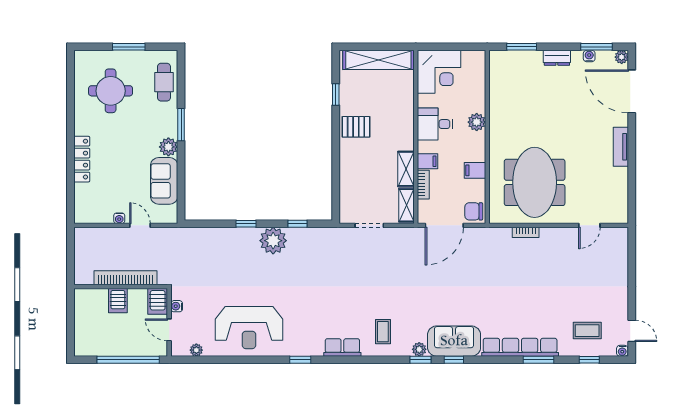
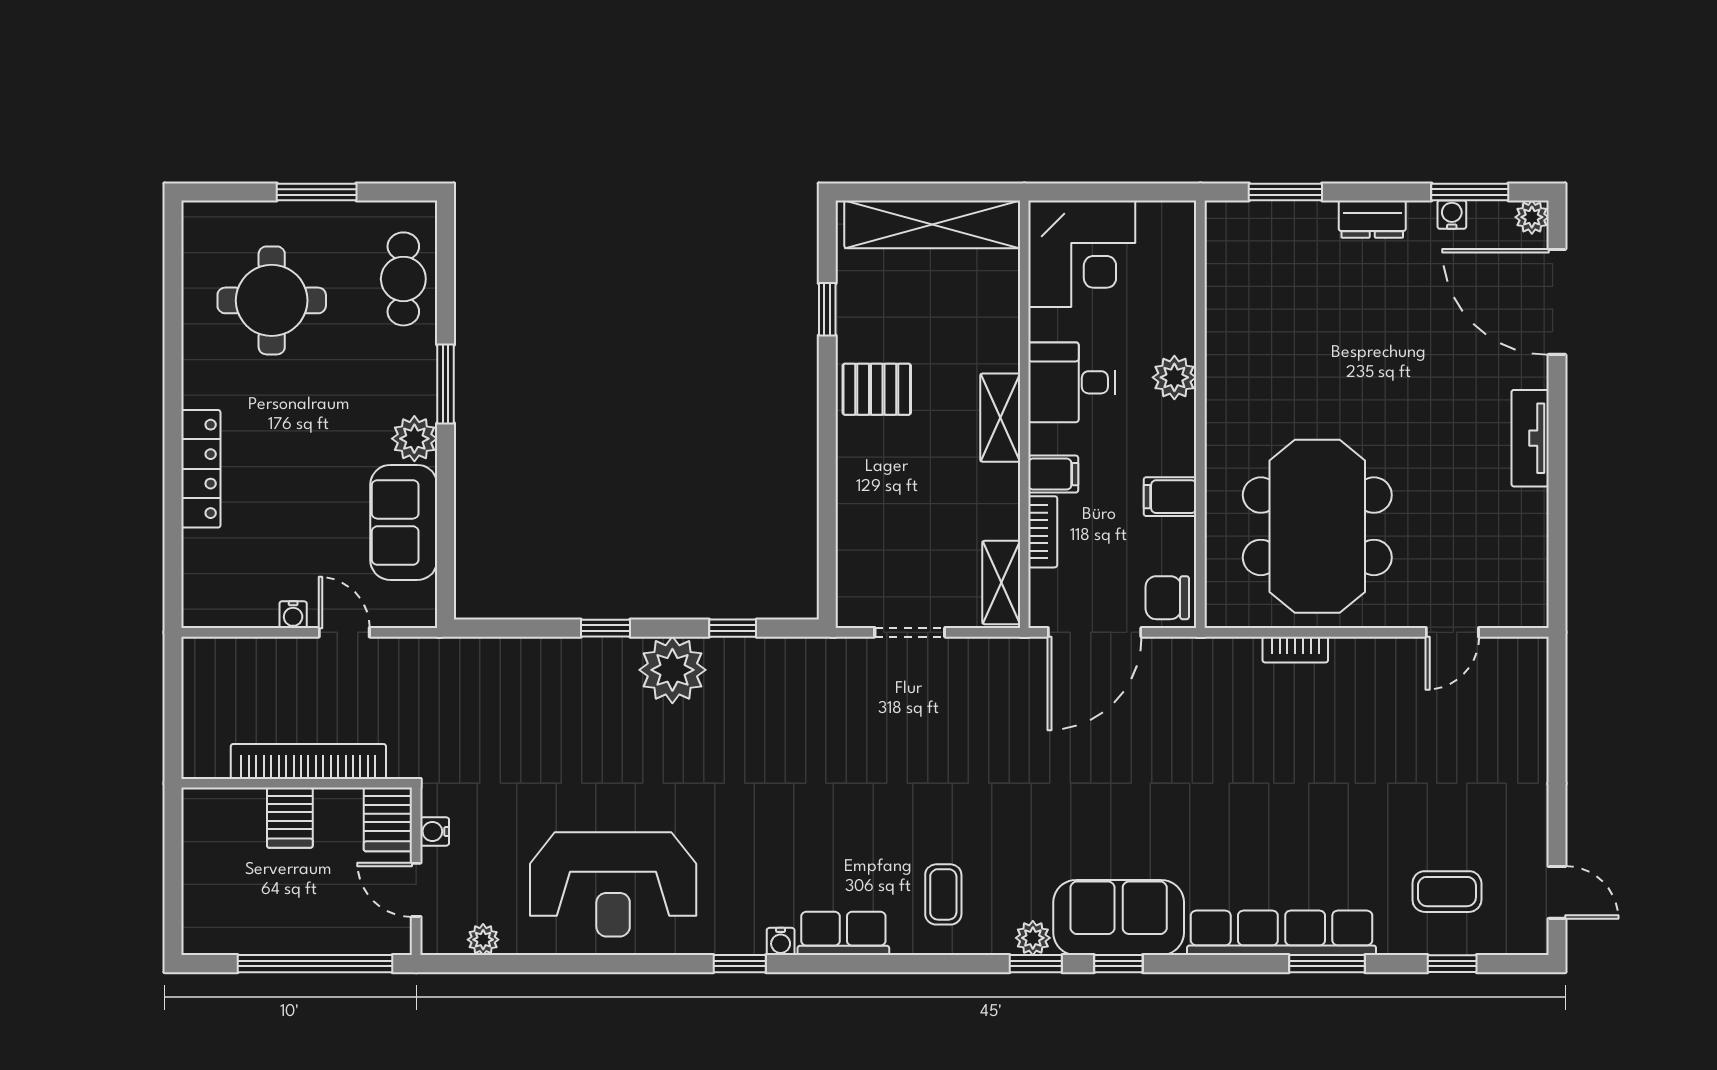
shelving: (406, 169) -> (1000, 418), moved
water cooler: (622, 351) -> (781, 941), moved

